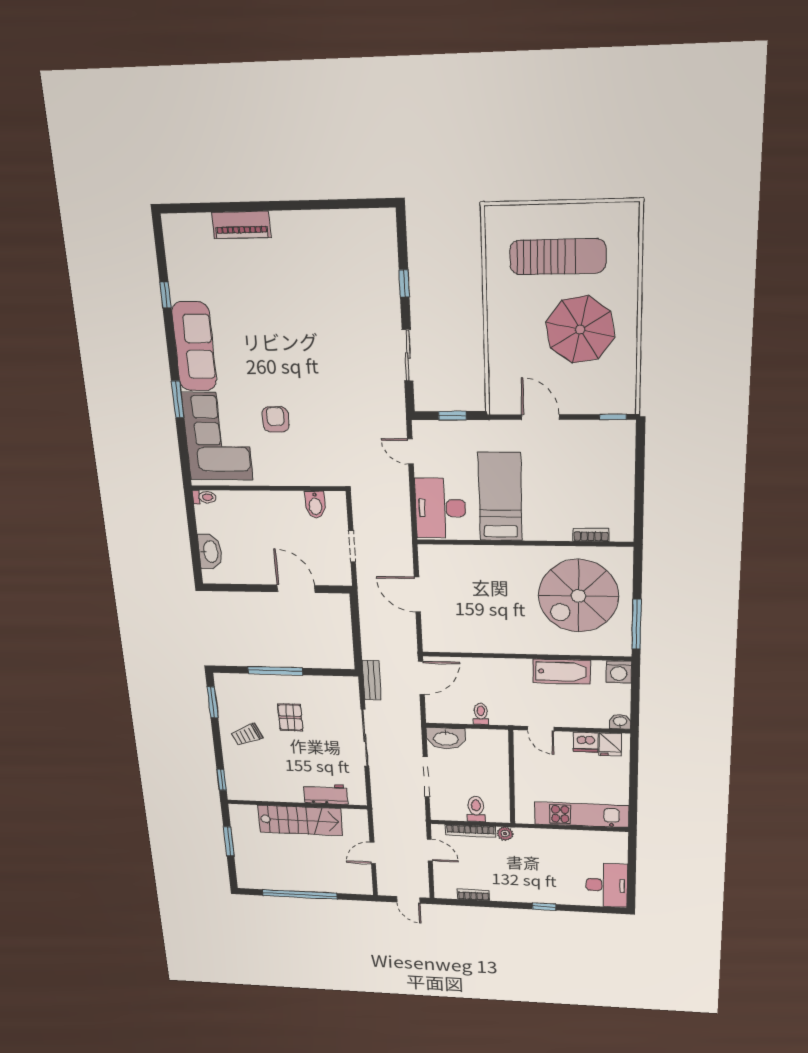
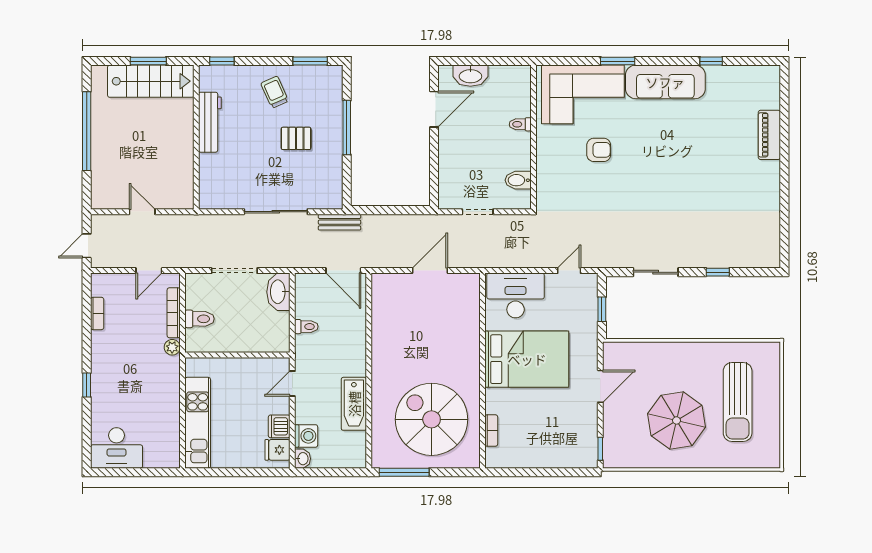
toilet: (204, 497) -> (520, 124), moved, turned 90
bed: (500, 497) -> (527, 359), width x1.50
door: (296, 589) -> (434, 109), moved
washing machine: (619, 672) -> (306, 436), moved, turned 180
workbench: (326, 794) -> (210, 122), moved, width x1.38
stairs: (300, 820) -> (151, 81), moved, turned -90

